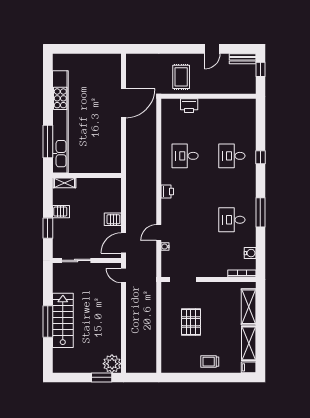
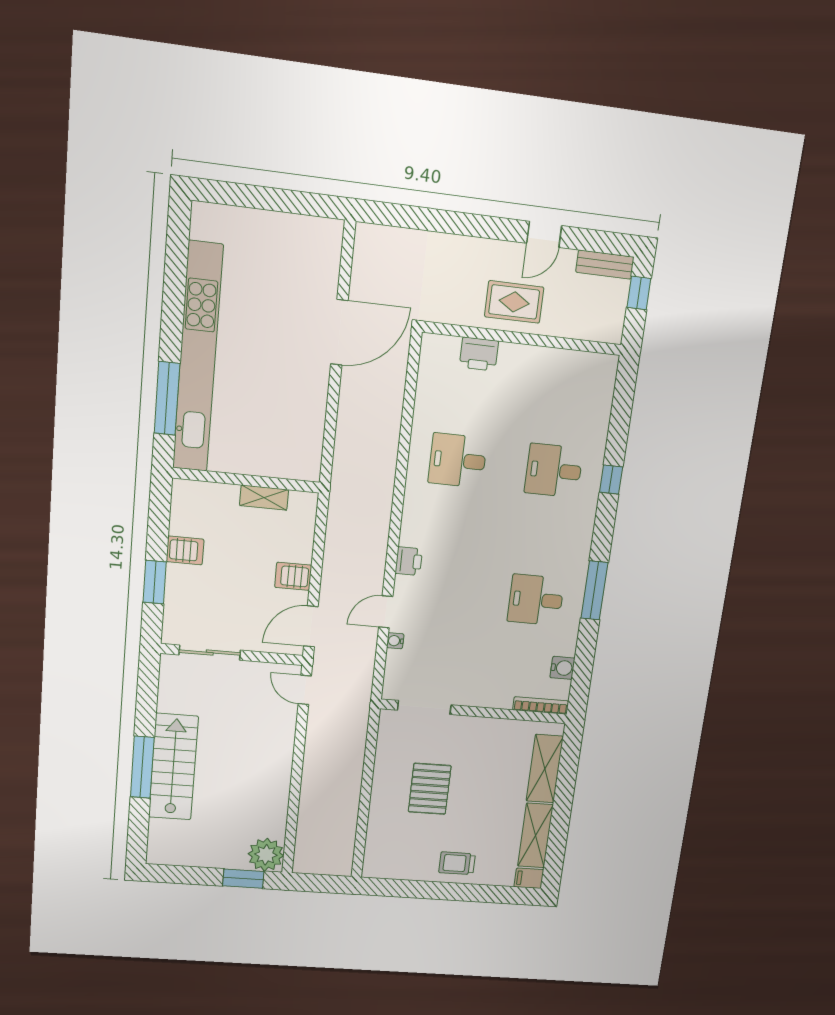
rug: (181, 77) -> (514, 302), moved, turned 90
shelving: (64, 183) -> (264, 498), moved
printer: (167, 191) -> (409, 561), moved

